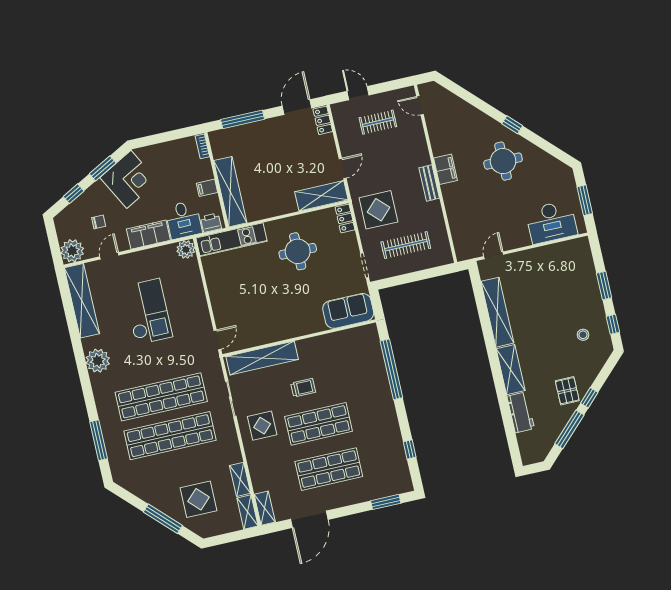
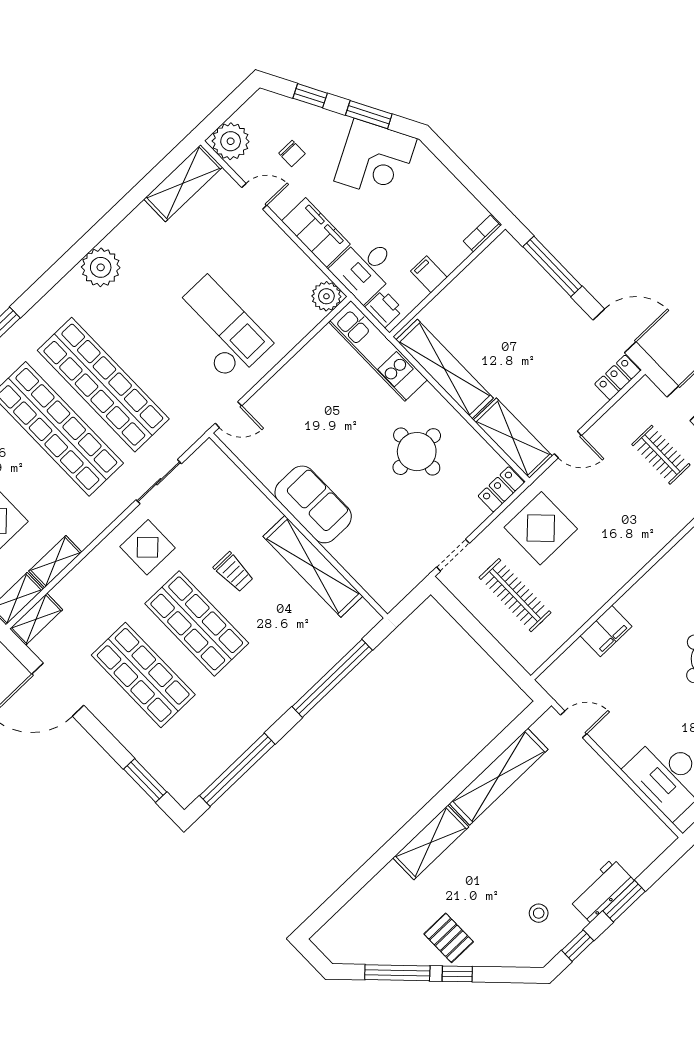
filing cabinet: (445, 169) -> (606, 631), moved
bench: (429, 183) -> (620, 576), removed
shelving: (230, 192) -> (445, 369), moved, turned 90
shelving: (82, 301) -> (183, 183), width x0.68
sofa: (348, 311) -> (313, 504), moved
checkout: (148, 312) -> (219, 329), moved, turned -90
shelving: (262, 358) -> (313, 566), moved
pallet: (567, 391) -> (449, 938), turned 90
workbench: (521, 412) -> (601, 890), moved, turned 180
window: (410, 449) -> (237, 770), width x3.17

